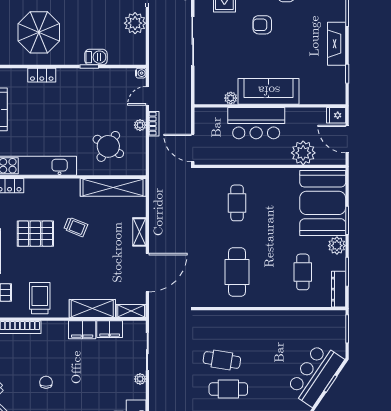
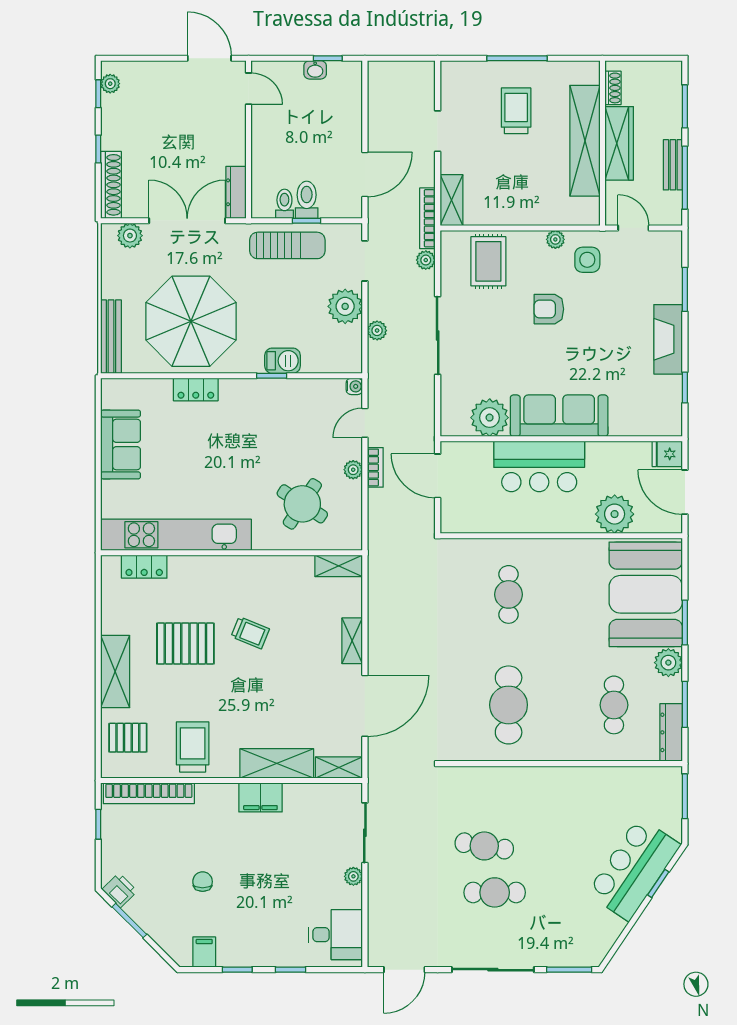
parasol: (39, 32) -> (191, 321), width x1.36, depth x1.36
plant: (155, 38) -> (377, 330), added
plant: (231, 98) -> (490, 418), width x1.88, depth x1.88
door: (193, 148) -> (438, 476), moved
shelving: (113, 187) -> (339, 566), width x0.45, depth x0.75
filing cabinet: (110, 329) -> (304, 797), removed

